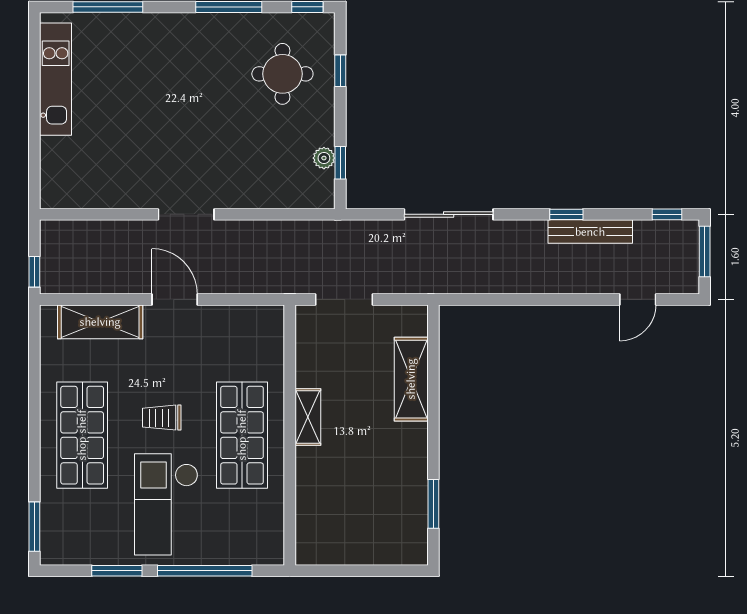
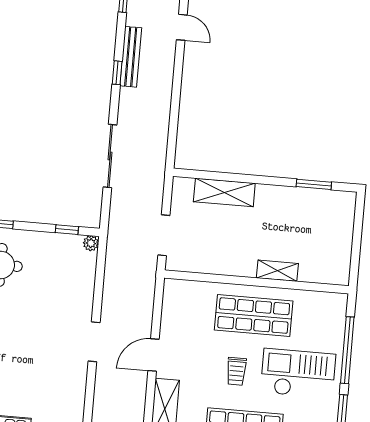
plant: (324, 158) -> (91, 243), moved
shelving: (308, 417) -> (277, 271), moved
checkout: (166, 504) -> (298, 373), turned 180

